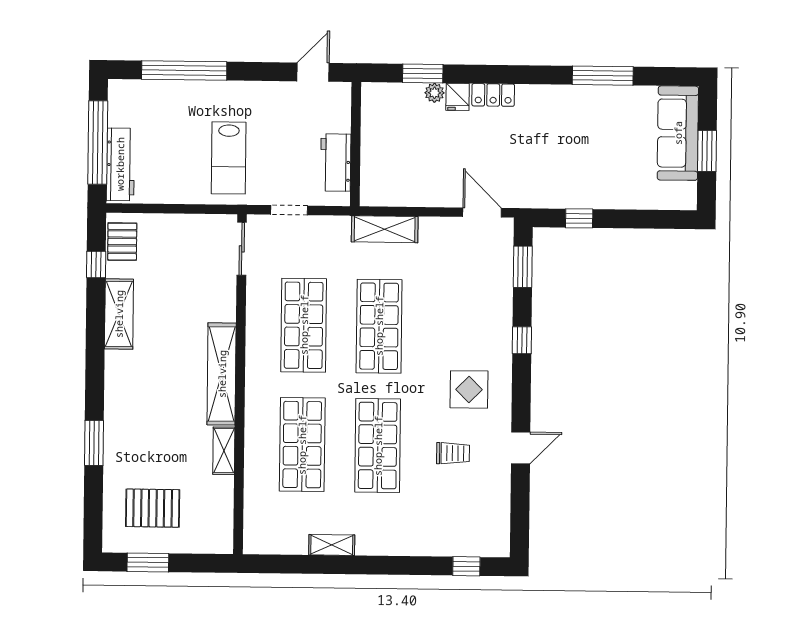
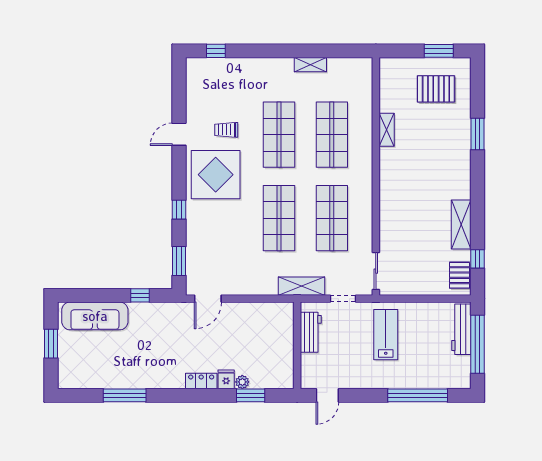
sofa: (678, 133) -> (95, 316), moved, turned 90
door: (482, 212) -> (208, 299), hinge flipped
shelving: (385, 229) -> (302, 286), moved
shelving: (222, 374) -> (389, 183), removed
display table: (469, 389) -> (216, 175), width x1.86, depth x1.86

